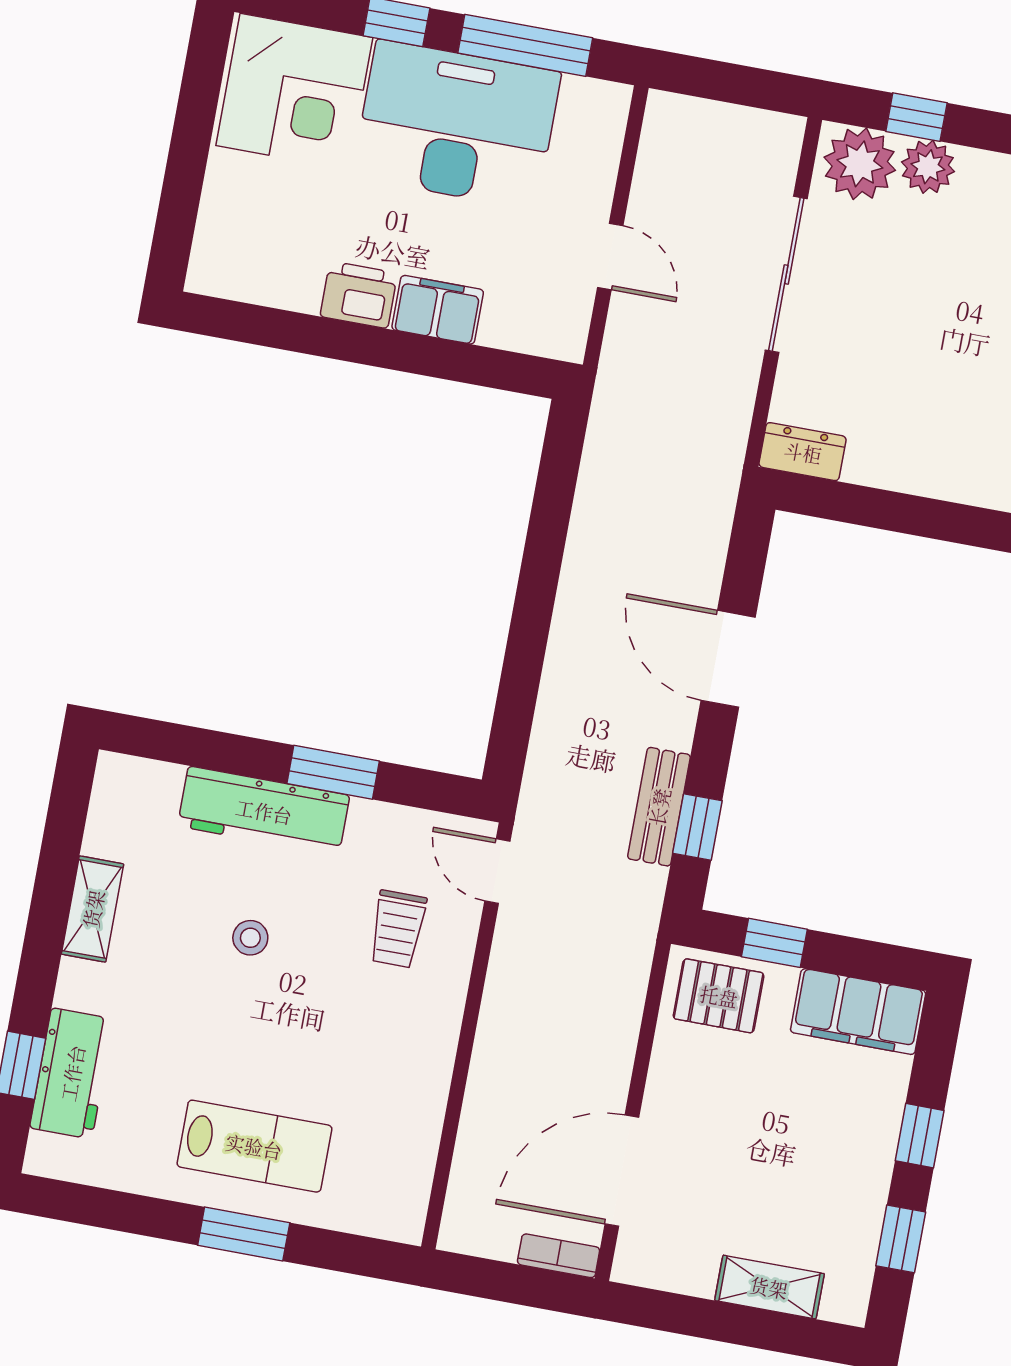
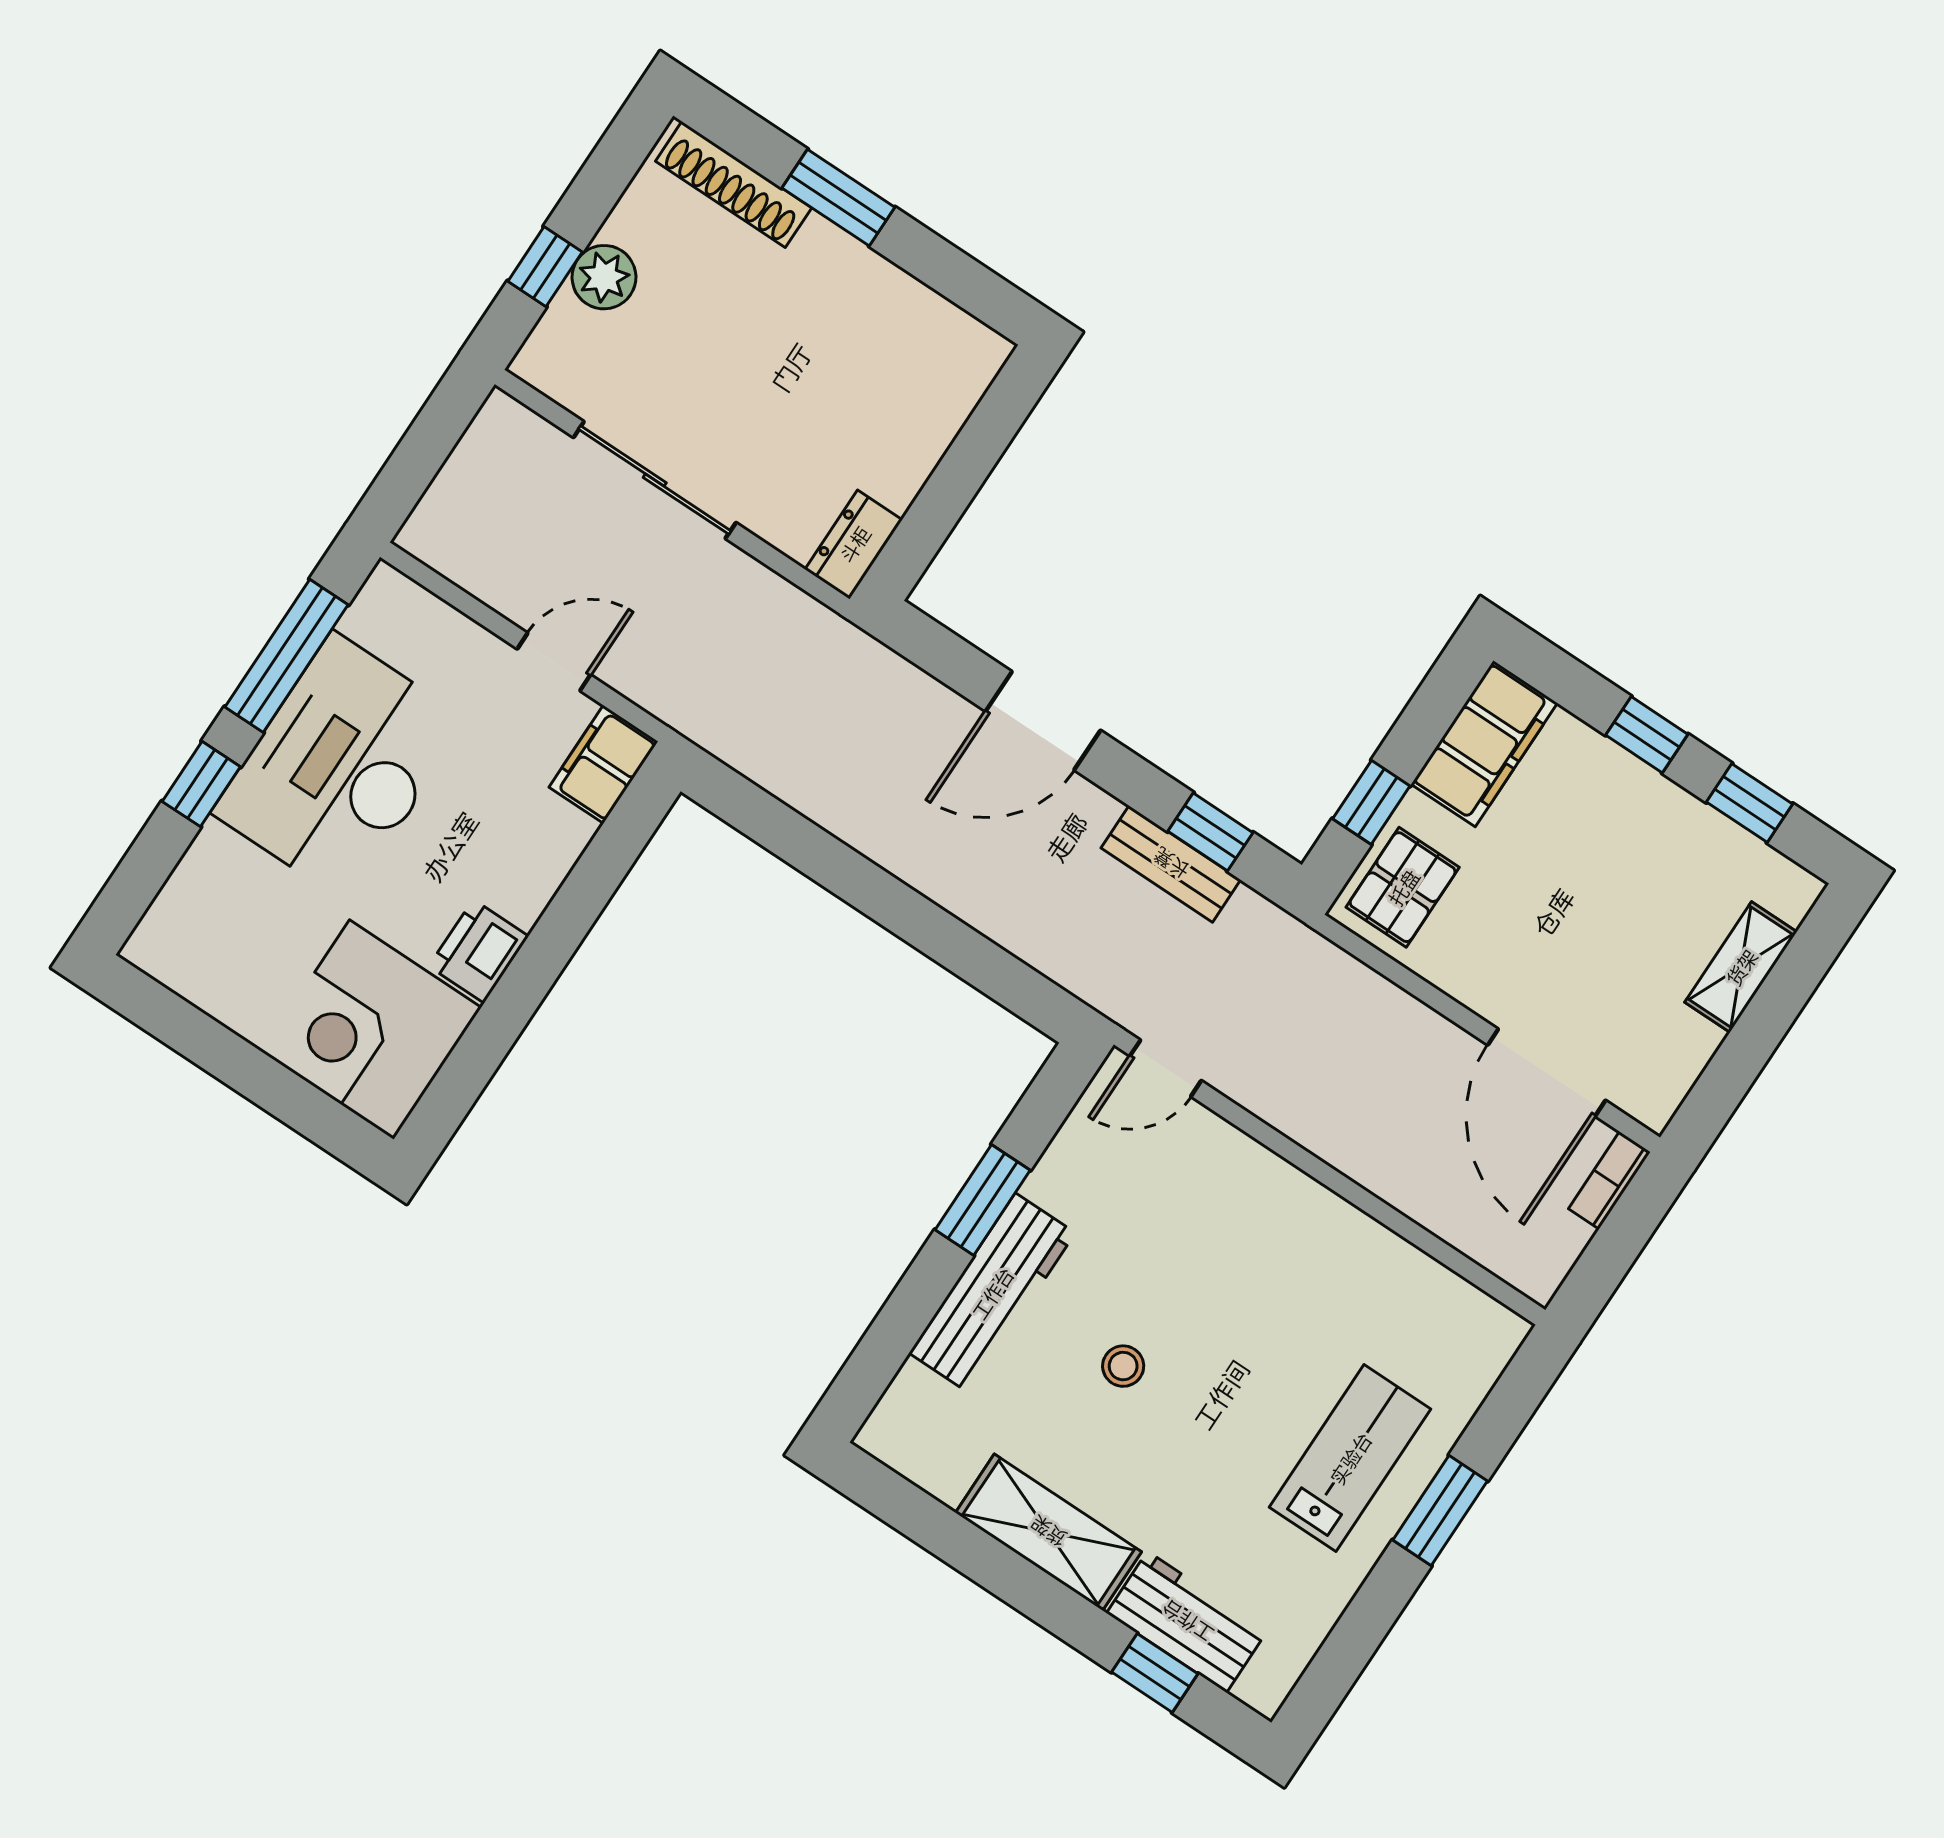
corner desk: (294, 92) -> (372, 1029), moved, turned 180
plant: (860, 164) -> (569, 349), removed
filing cabinet: (438, 310) -> (603, 764), moved
shelving: (93, 909) -> (1048, 1532), width x1.50, depth x1.33
trolley: (398, 929) -> (1182, 1203), removed

